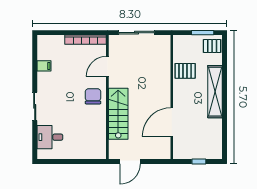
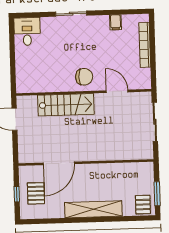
bookcase: (86, 40) -> (145, 45), moved
pallet: (185, 71) -> (36, 193), moved
door: (172, 122) -> (59, 163), swing flipped
desk: (50, 137) -> (27, 32), moved

